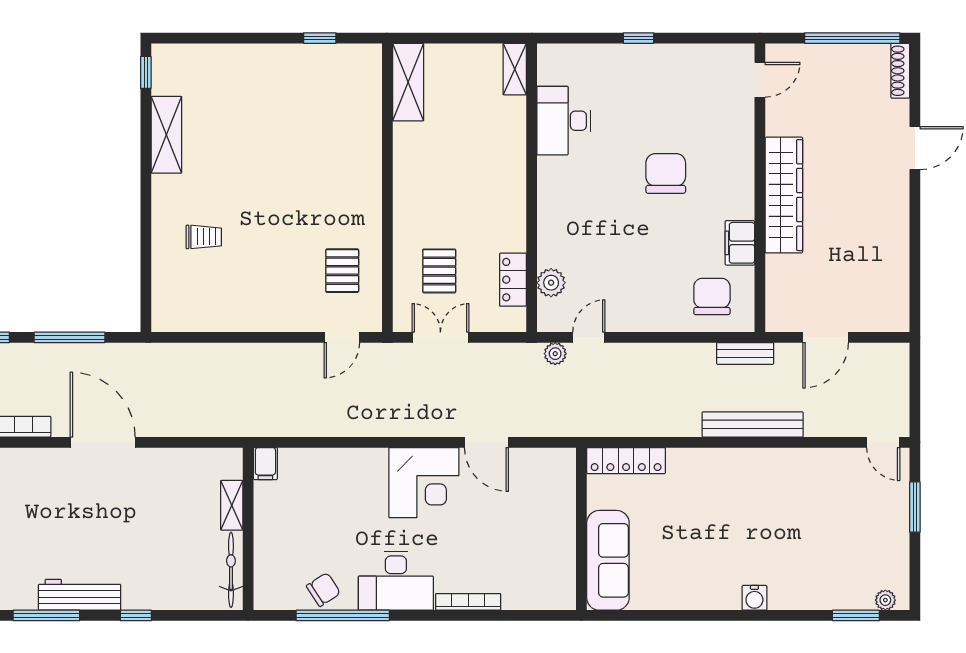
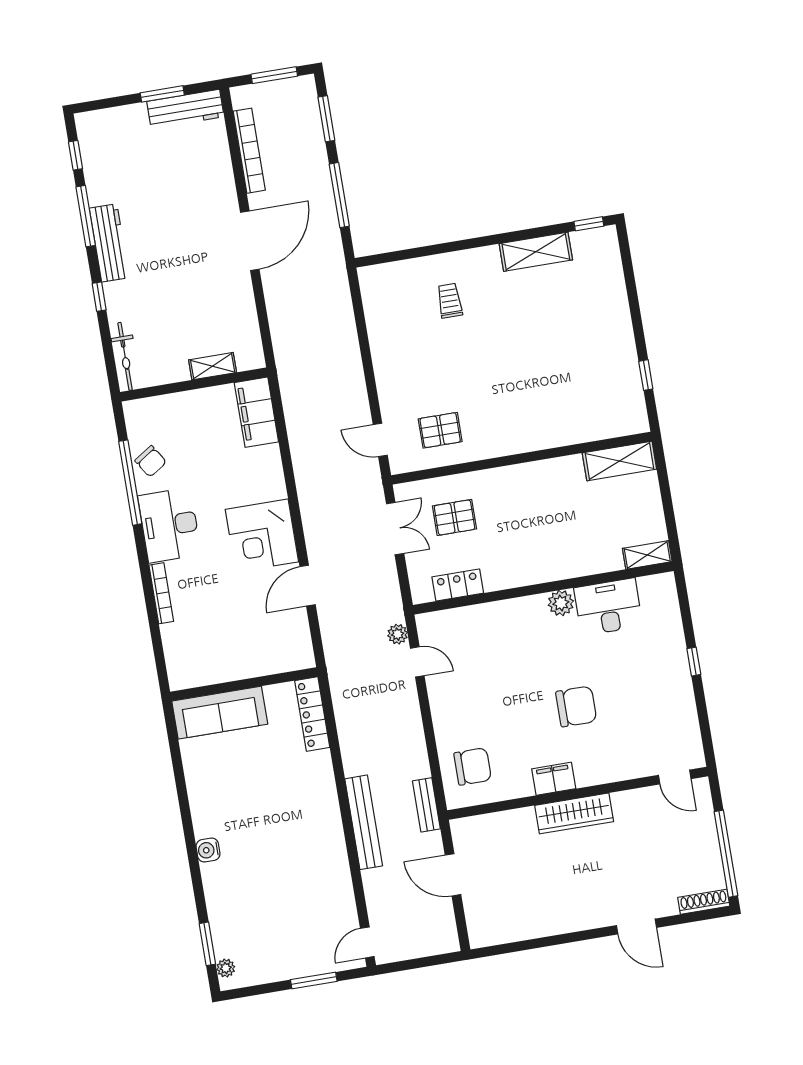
wardrobe: (784, 195) -> (574, 813), width x0.71, depth x0.85
trolley: (204, 237) -> (450, 301), turned 180
filing cabinet: (740, 243) -> (554, 779), moved
plant: (551, 283) -> (561, 603), moved
filing cabinet: (265, 464) -> (256, 412), width x3.00, depth x1.17
bicycle: (231, 570) -> (125, 356), moved, turned 90

